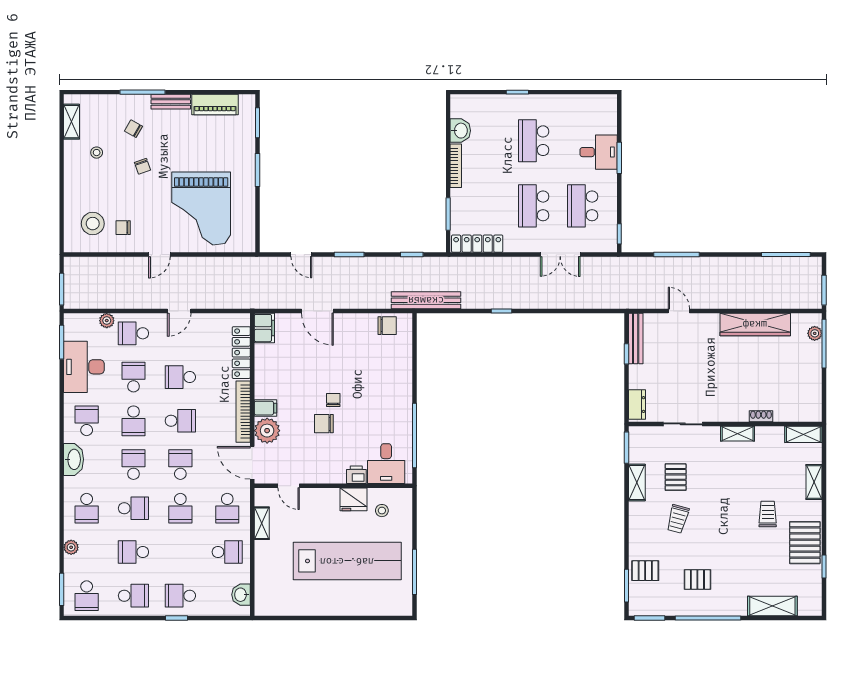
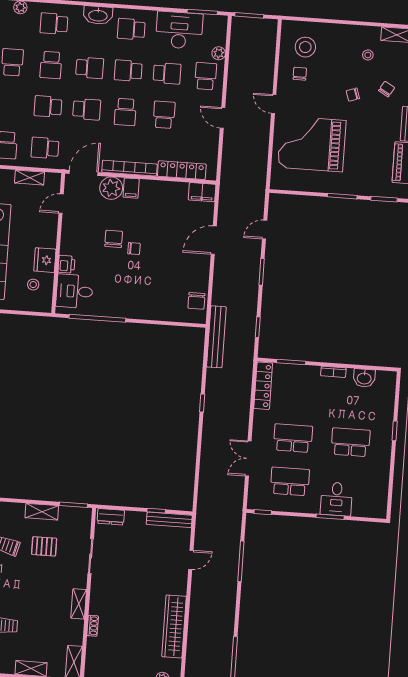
bookcase: (456, 166) -> (333, 372), width x0.64
school desk: (87, 421) -> (131, 29), turned 180

